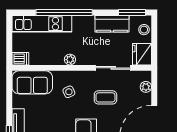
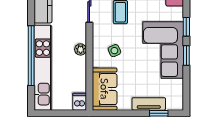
kitchen unit: (42, 24) -> (43, 68), width x1.36

